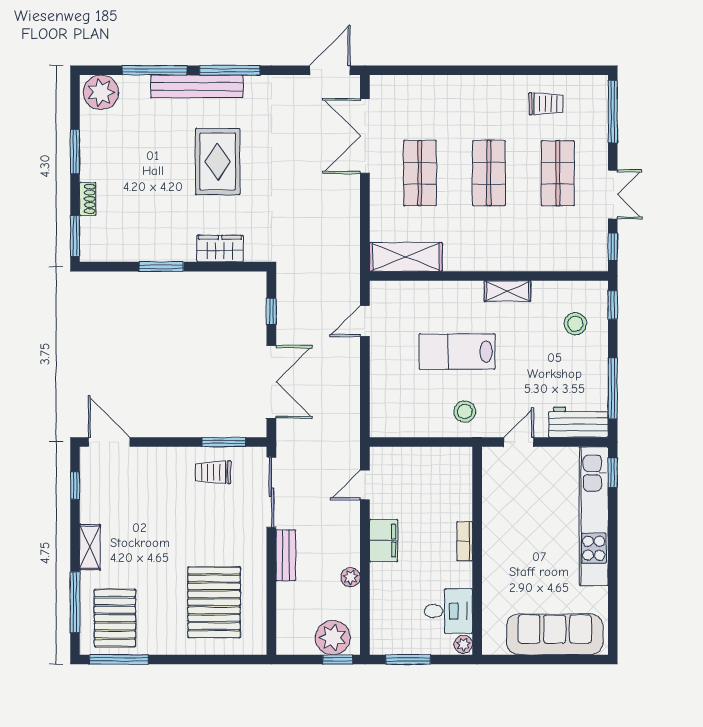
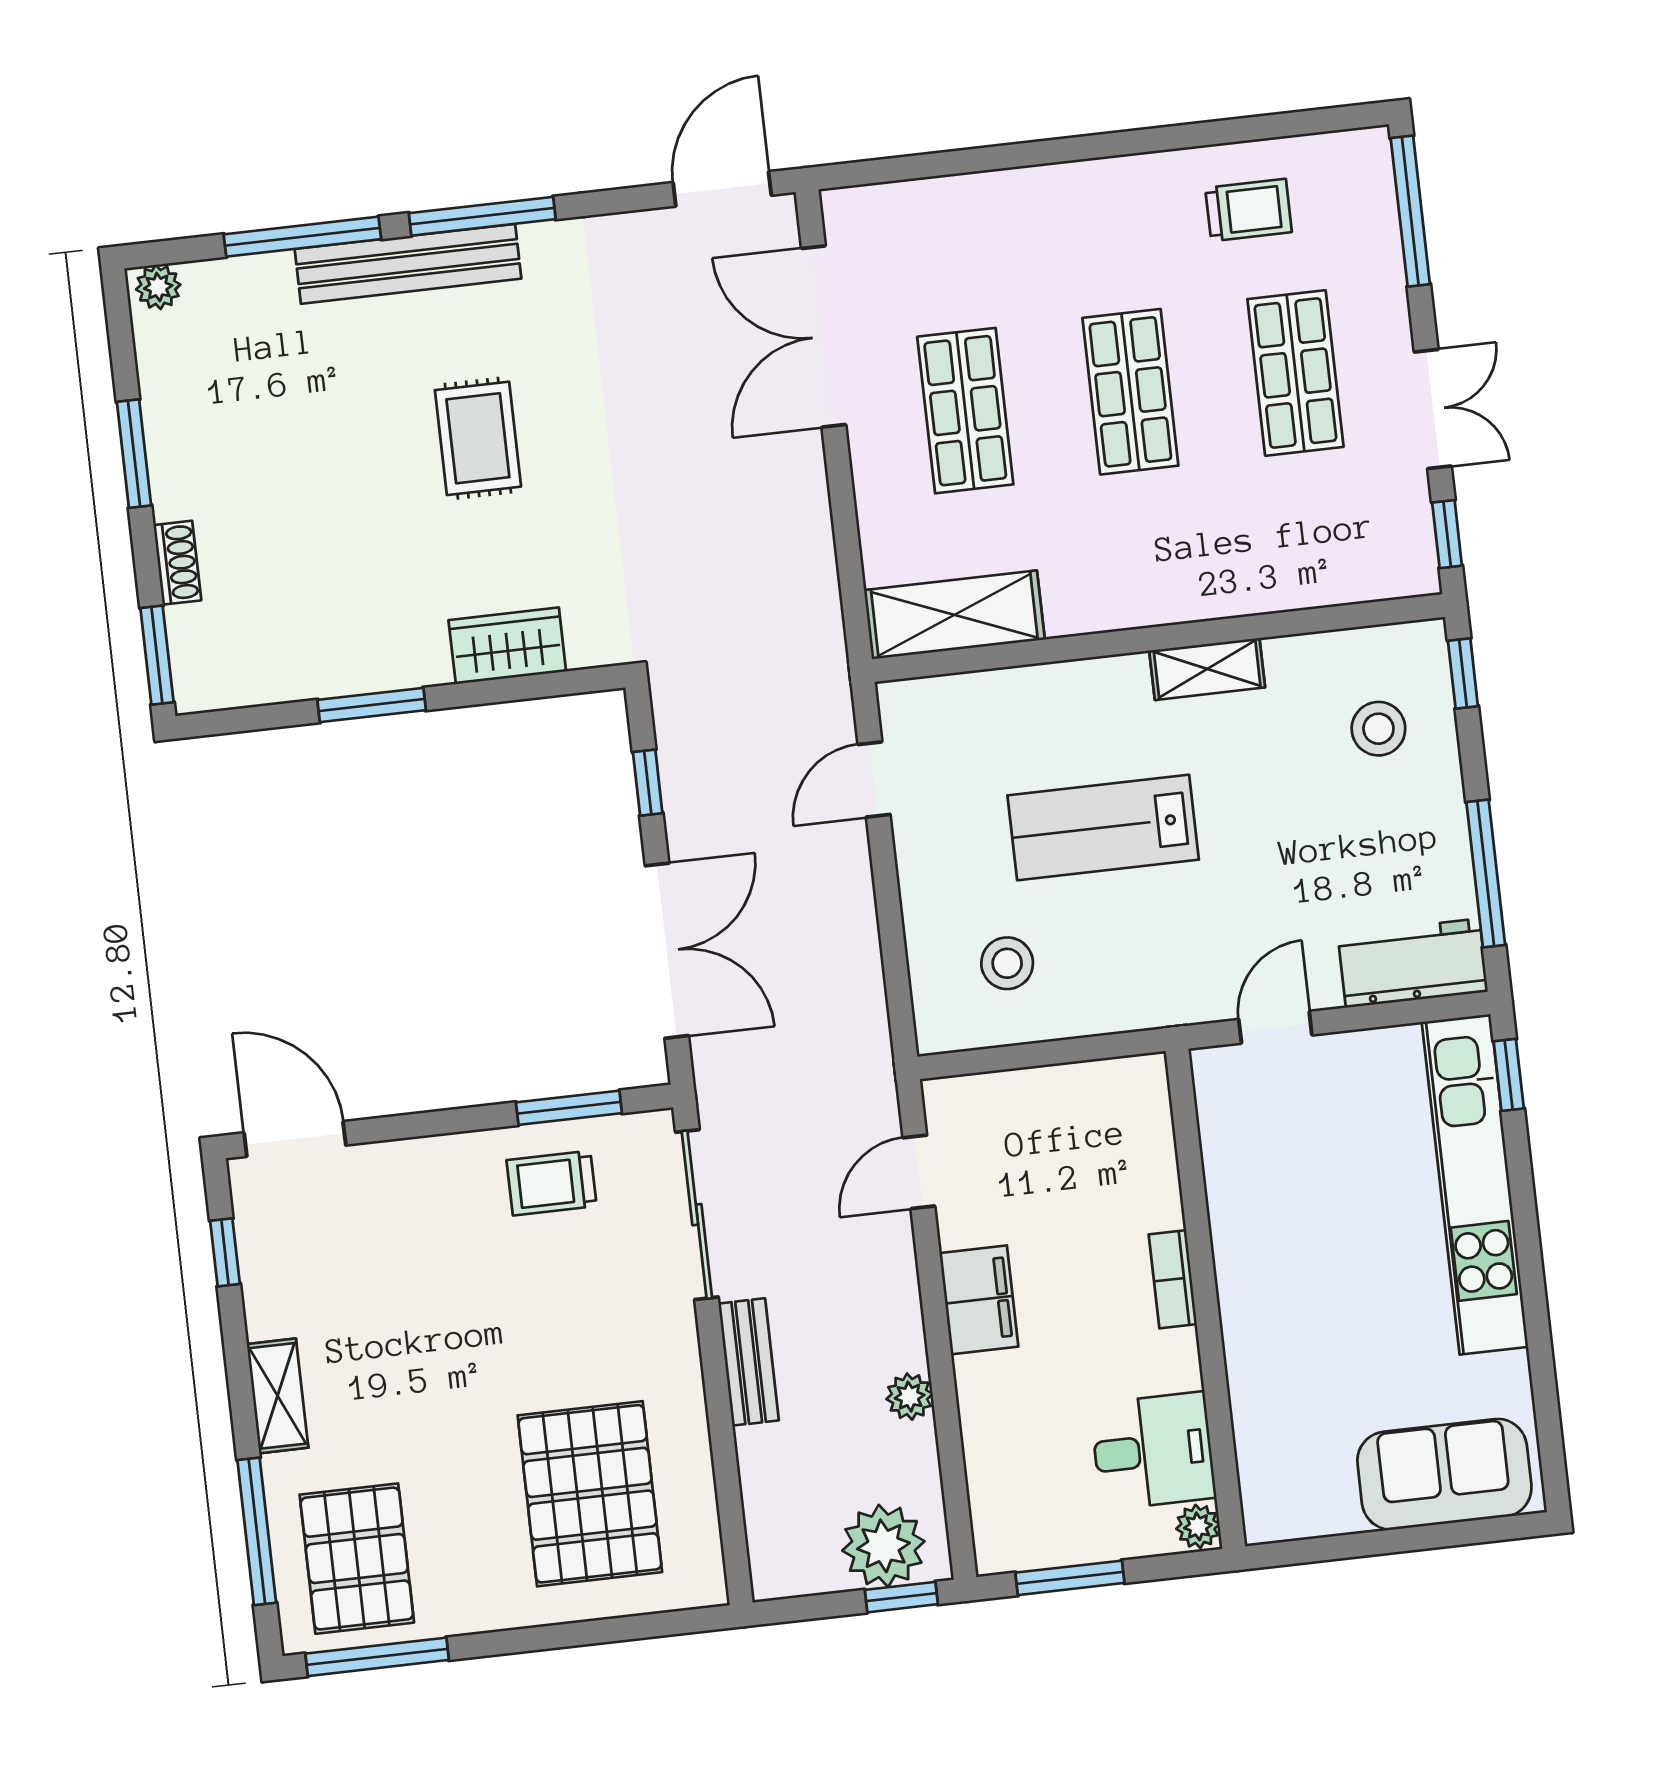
plant: (101, 92) -> (158, 287), width x0.53, depth x0.53
rug: (218, 162) -> (478, 438), width x0.73, depth x0.70
stool: (465, 412) -> (1007, 963), moved
sofa: (555, 634) -> (1444, 1474), width x0.73

